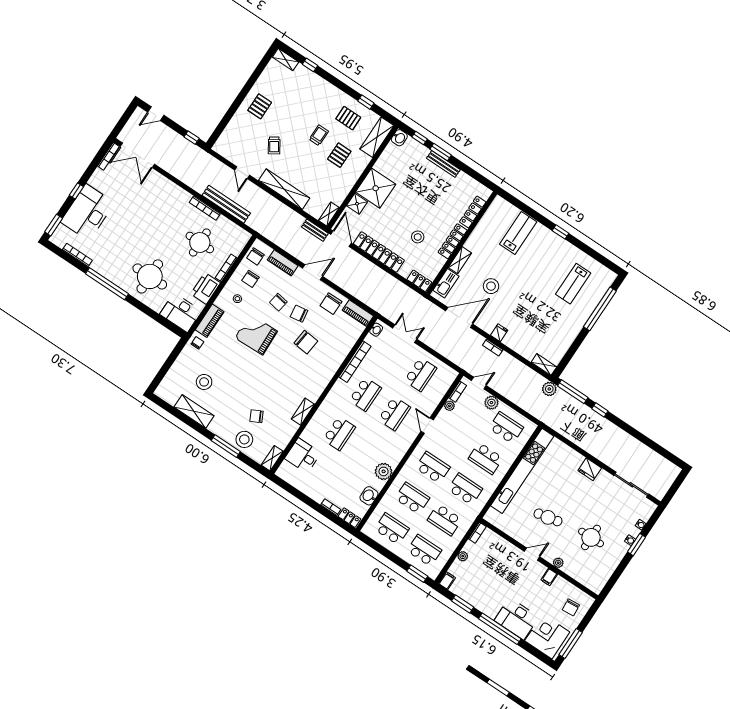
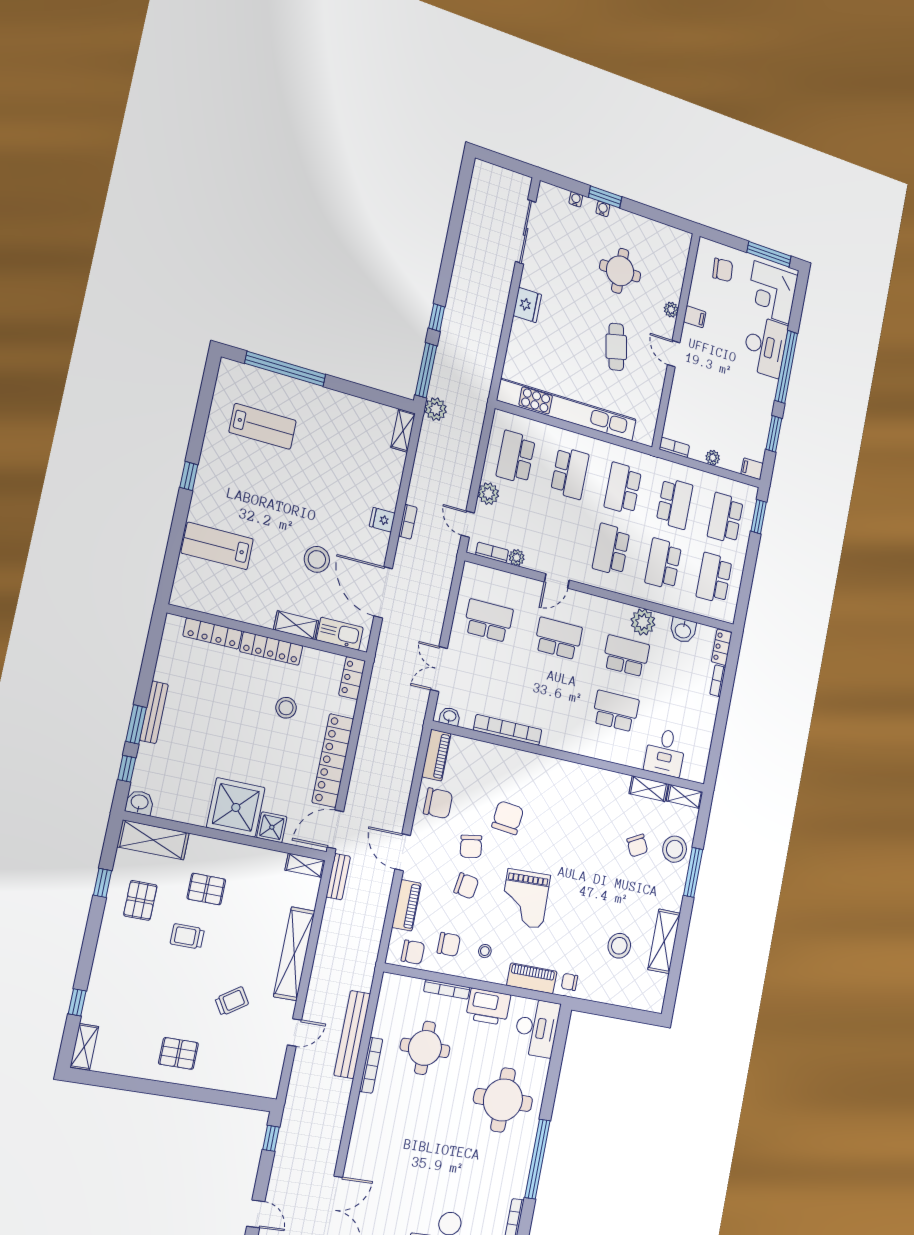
school desk: (365, 394) -> (626, 656), moved
shelving: (303, 412) -> (649, 789), moved

